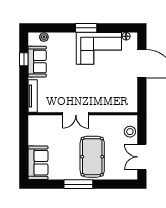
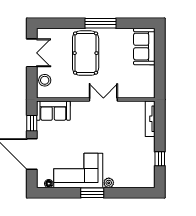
plant: (44, 37) -> (109, 183), moved
sofa: (37, 62) -> (53, 111), moved, turned -90
window: (142, 92) -> (32, 123), added

